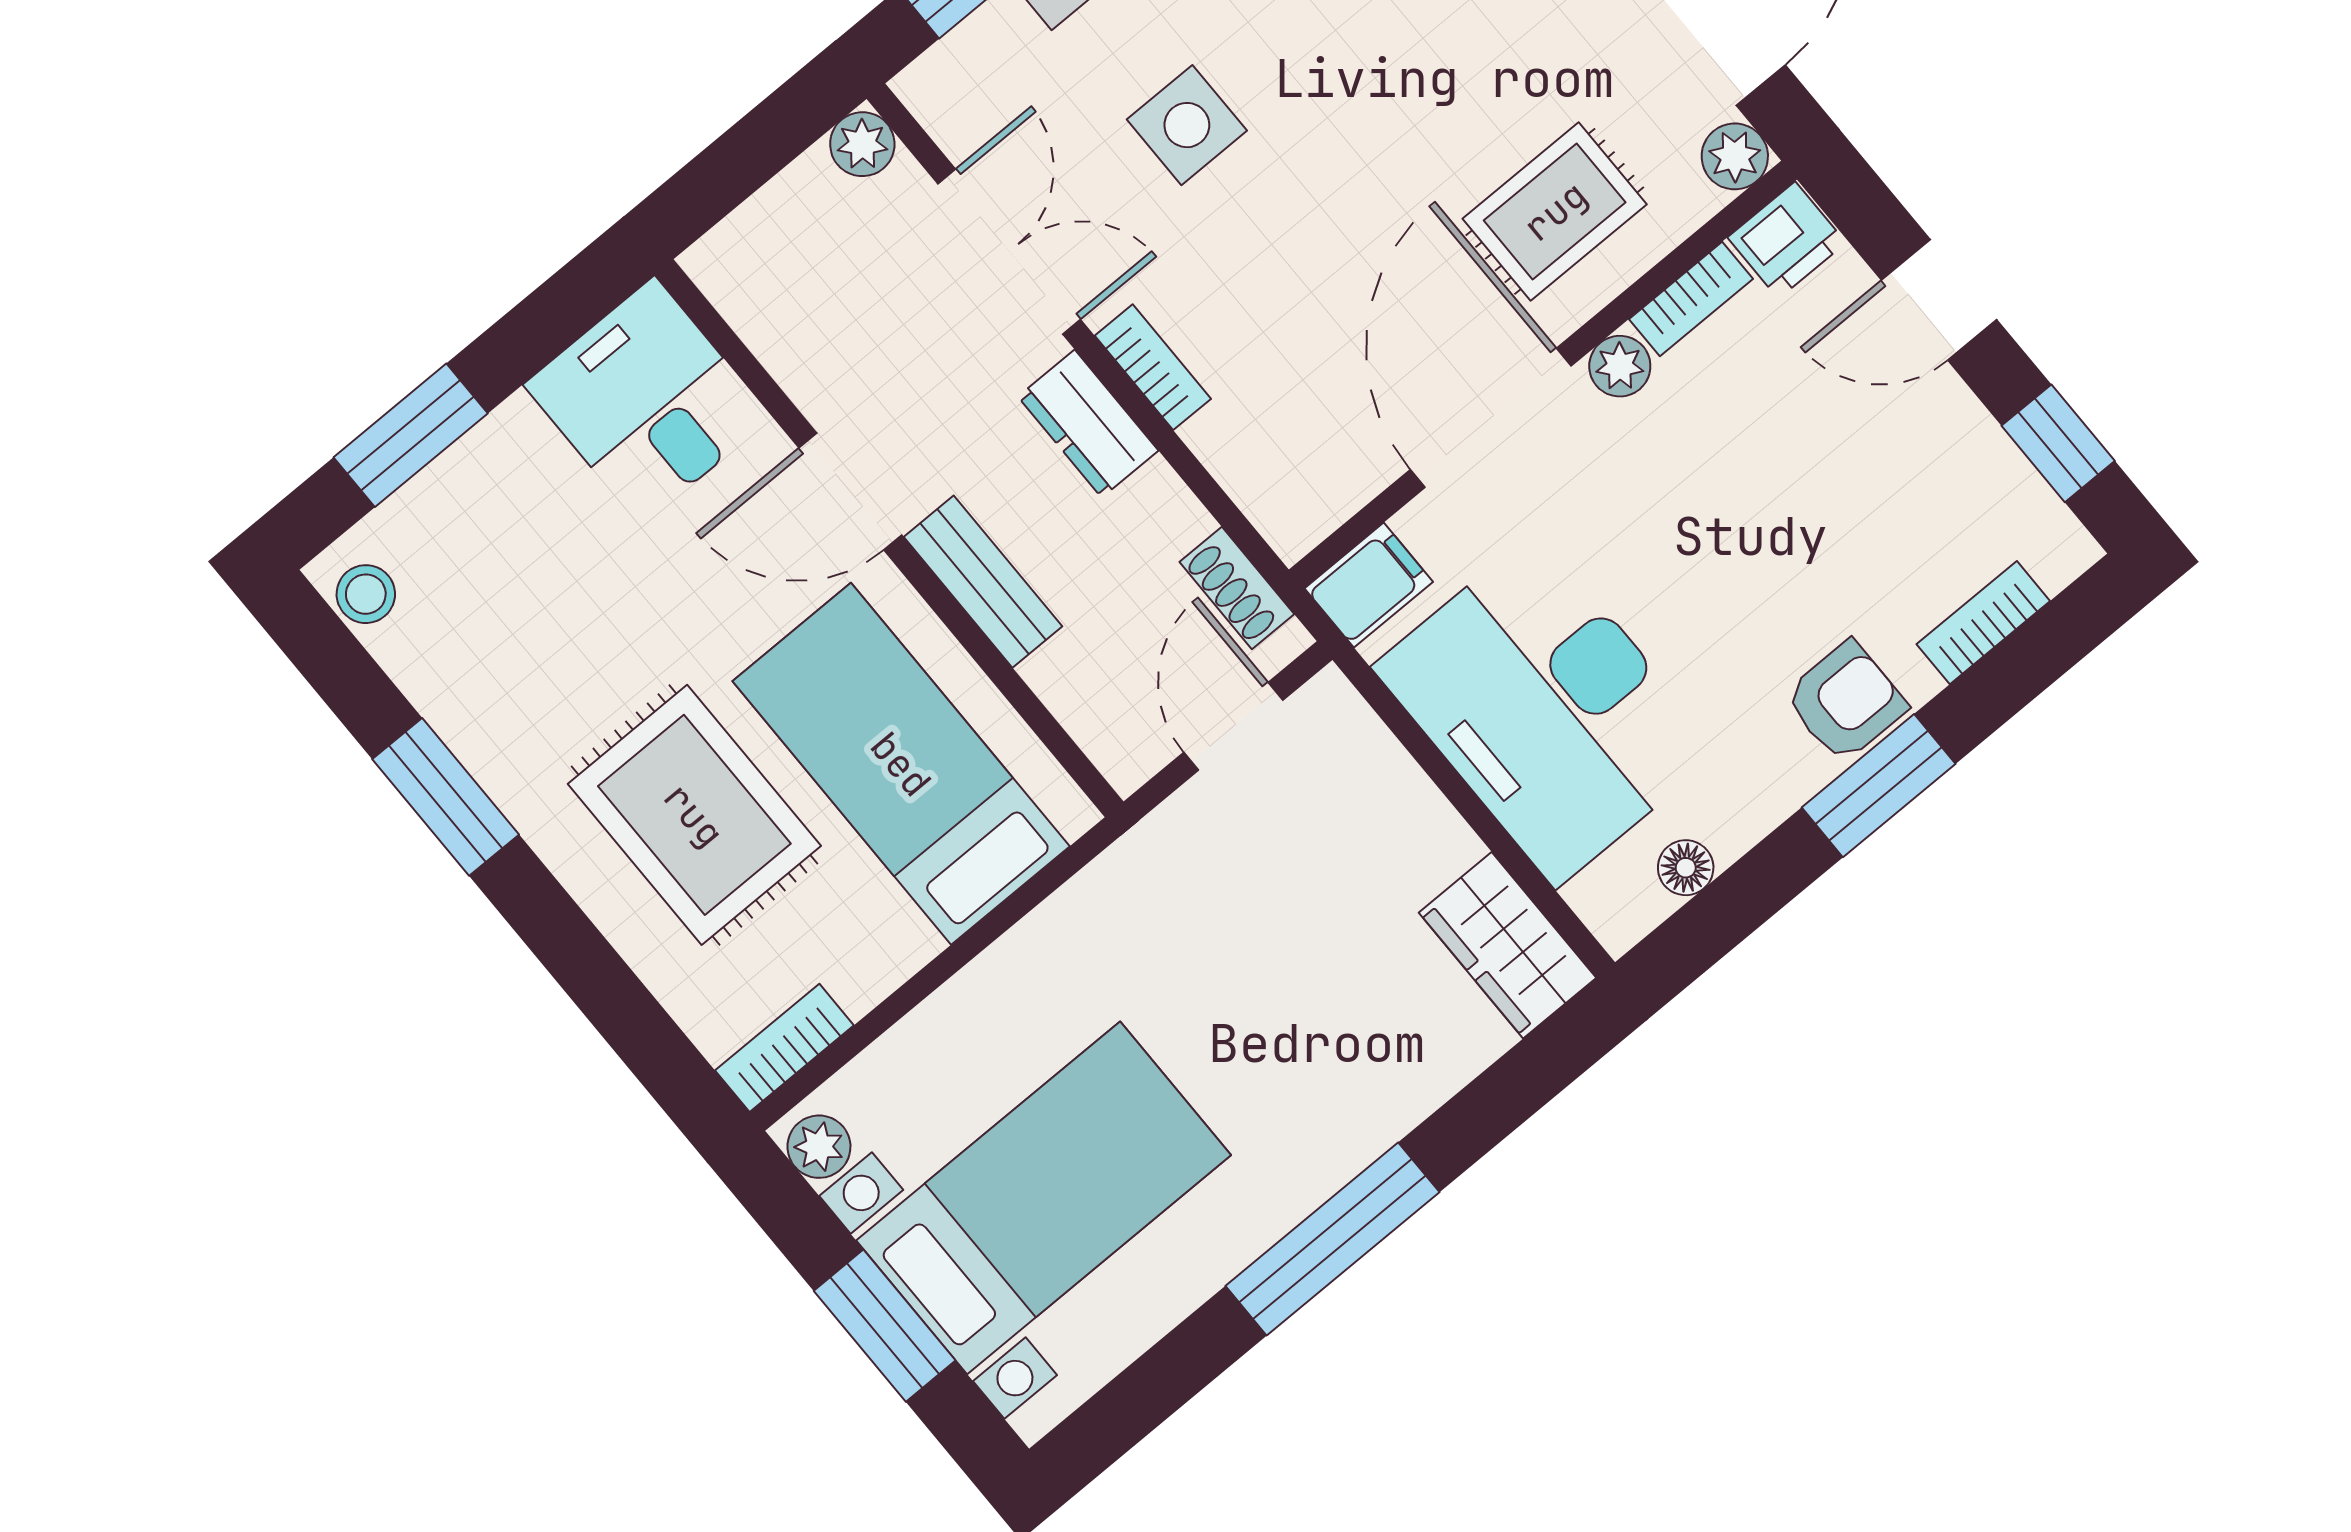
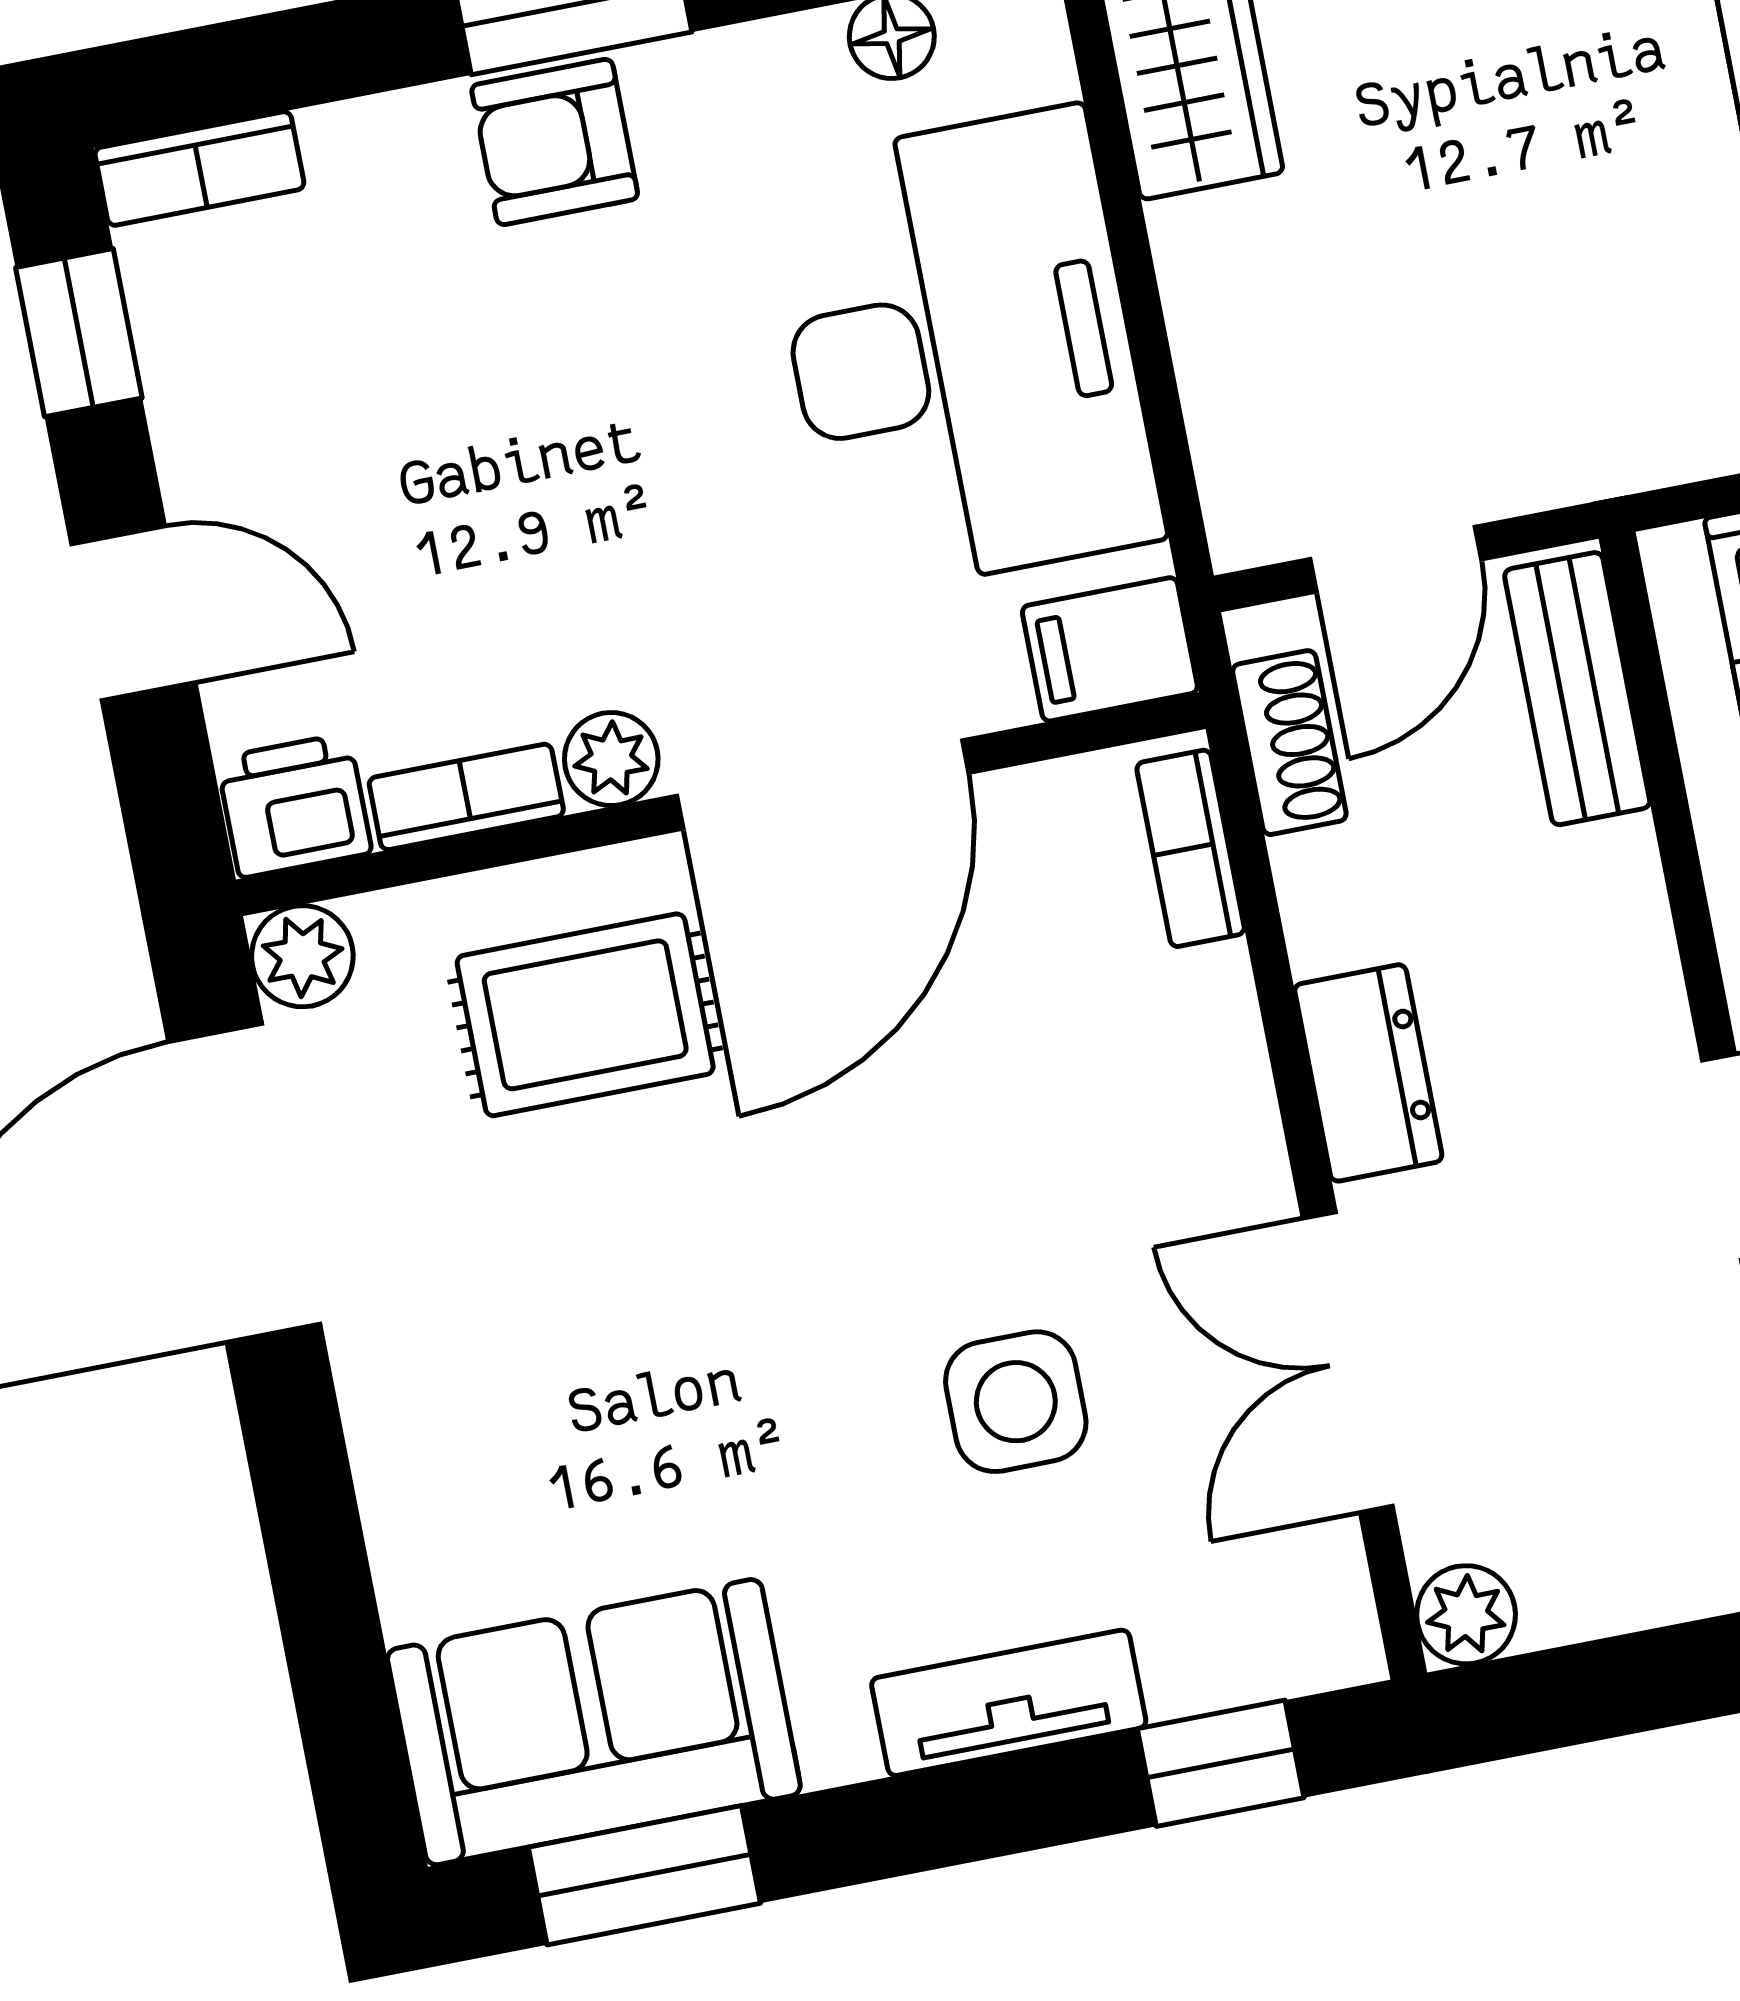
bookcase: (1153, 367) -> (1191, 848), moved
bench: (983, 582) -> (1577, 689), moved
bookcase: (1983, 623) -> (199, 168), moved

